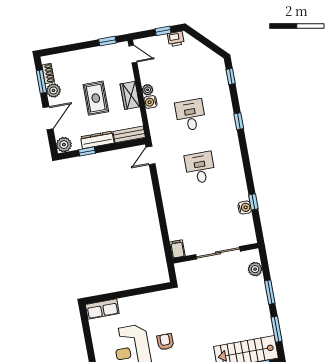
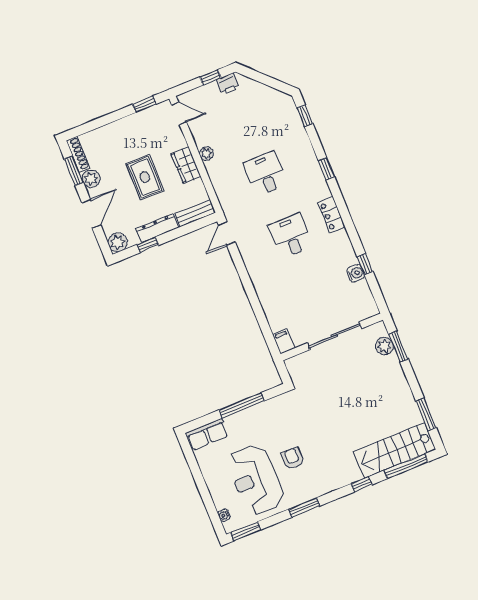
shoe rack: (48, 73) -> (78, 154), width x1.43
water cooler: (150, 102) -> (213, 168), removed
locker: (235, 158) -> (331, 215), added
window: (134, 292) -> (242, 405), added
window: (270, 292) -> (398, 346), moved

